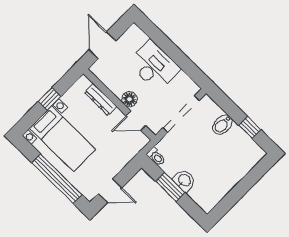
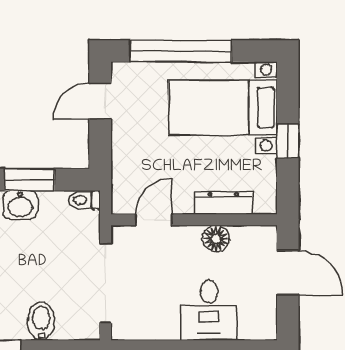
desk: (154, 66) -> (209, 310), width x0.73
floor lamp: (129, 99) -> (216, 239), moved

